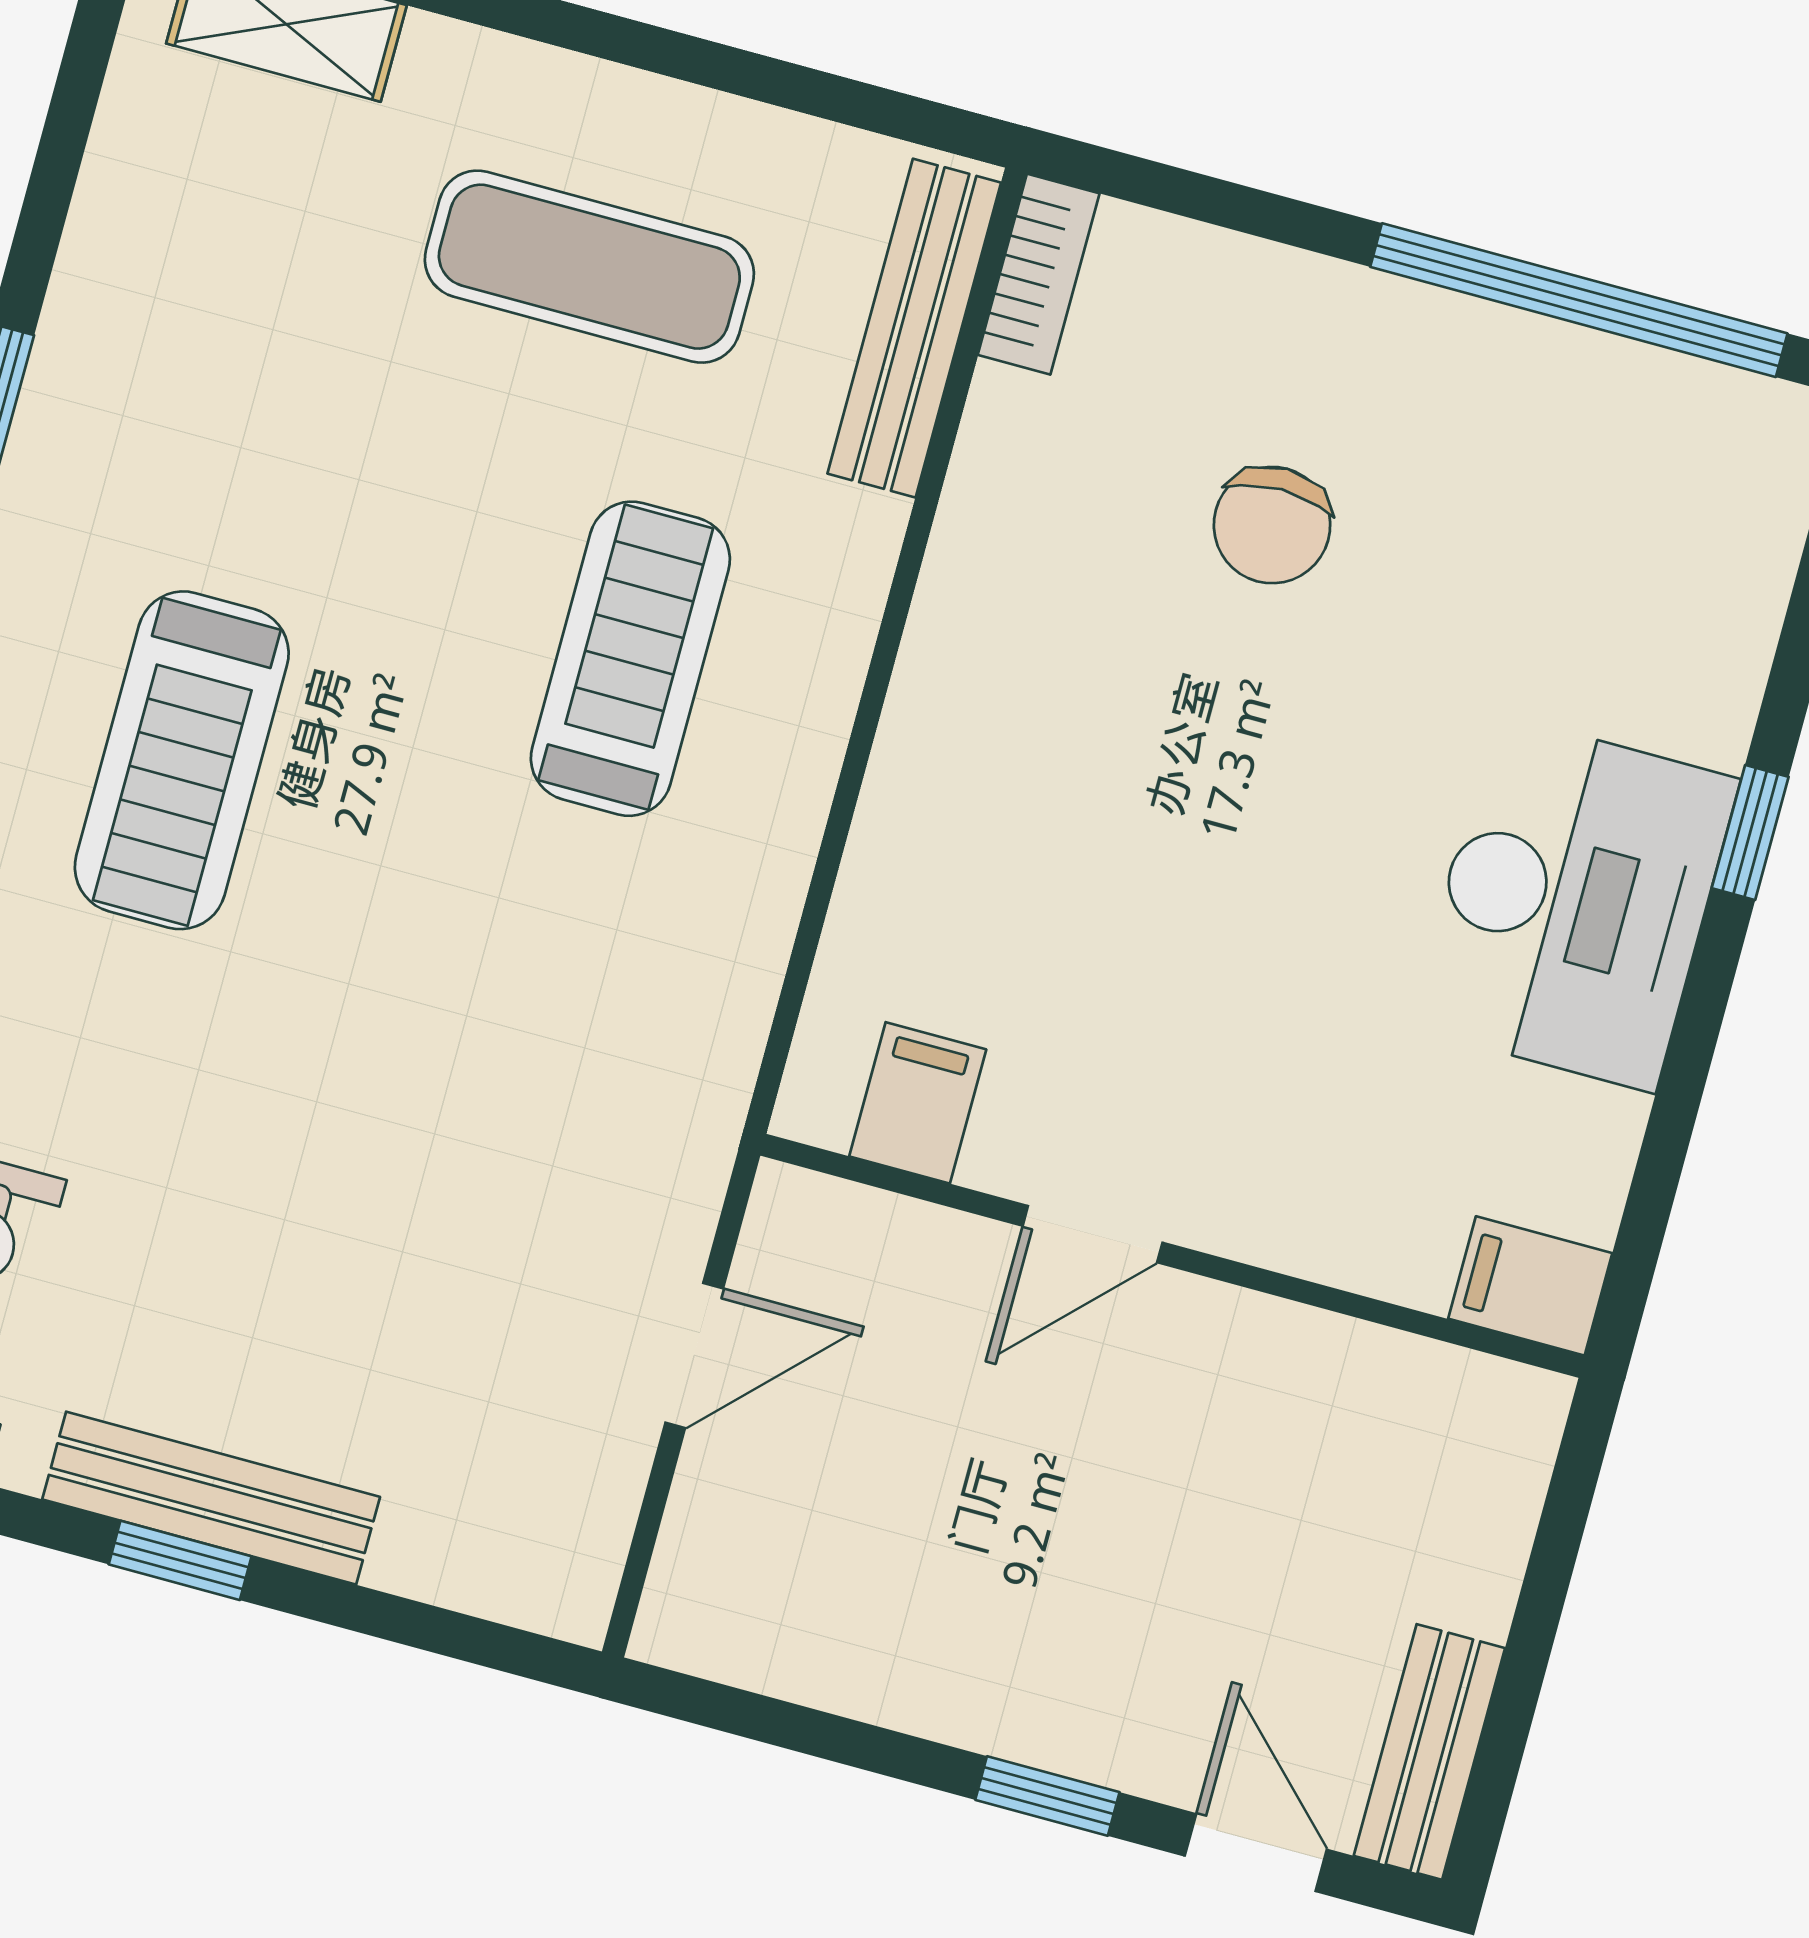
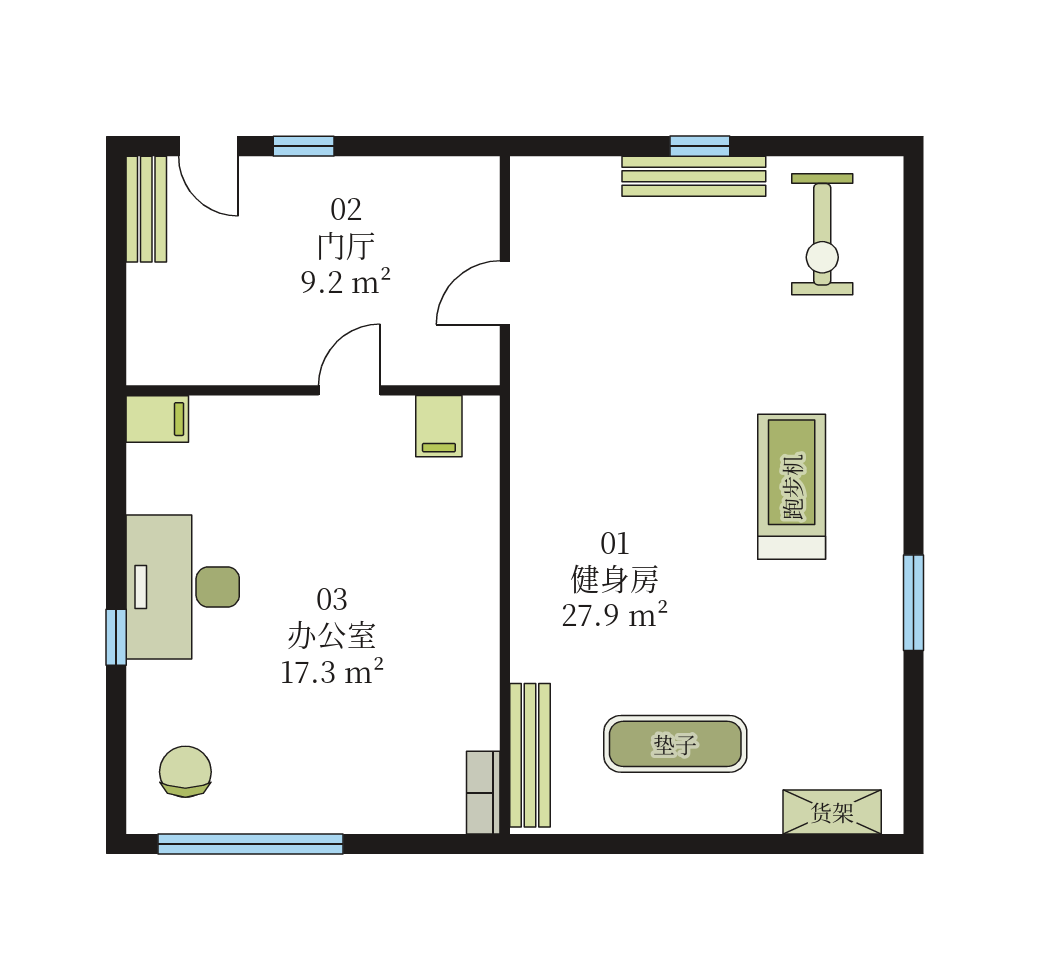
chair: (1272, 525) -> (185, 772), moved
treadmill: (630, 659) -> (613, 582), removed

